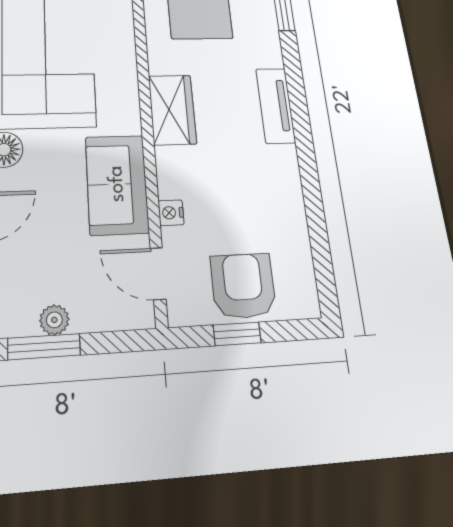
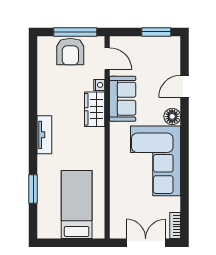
wardrobe: (172, 110) -> (95, 109), moved
plant: (54, 320) -> (152, 42), removed
window: (237, 334) -> (75, 32), width x2.17

